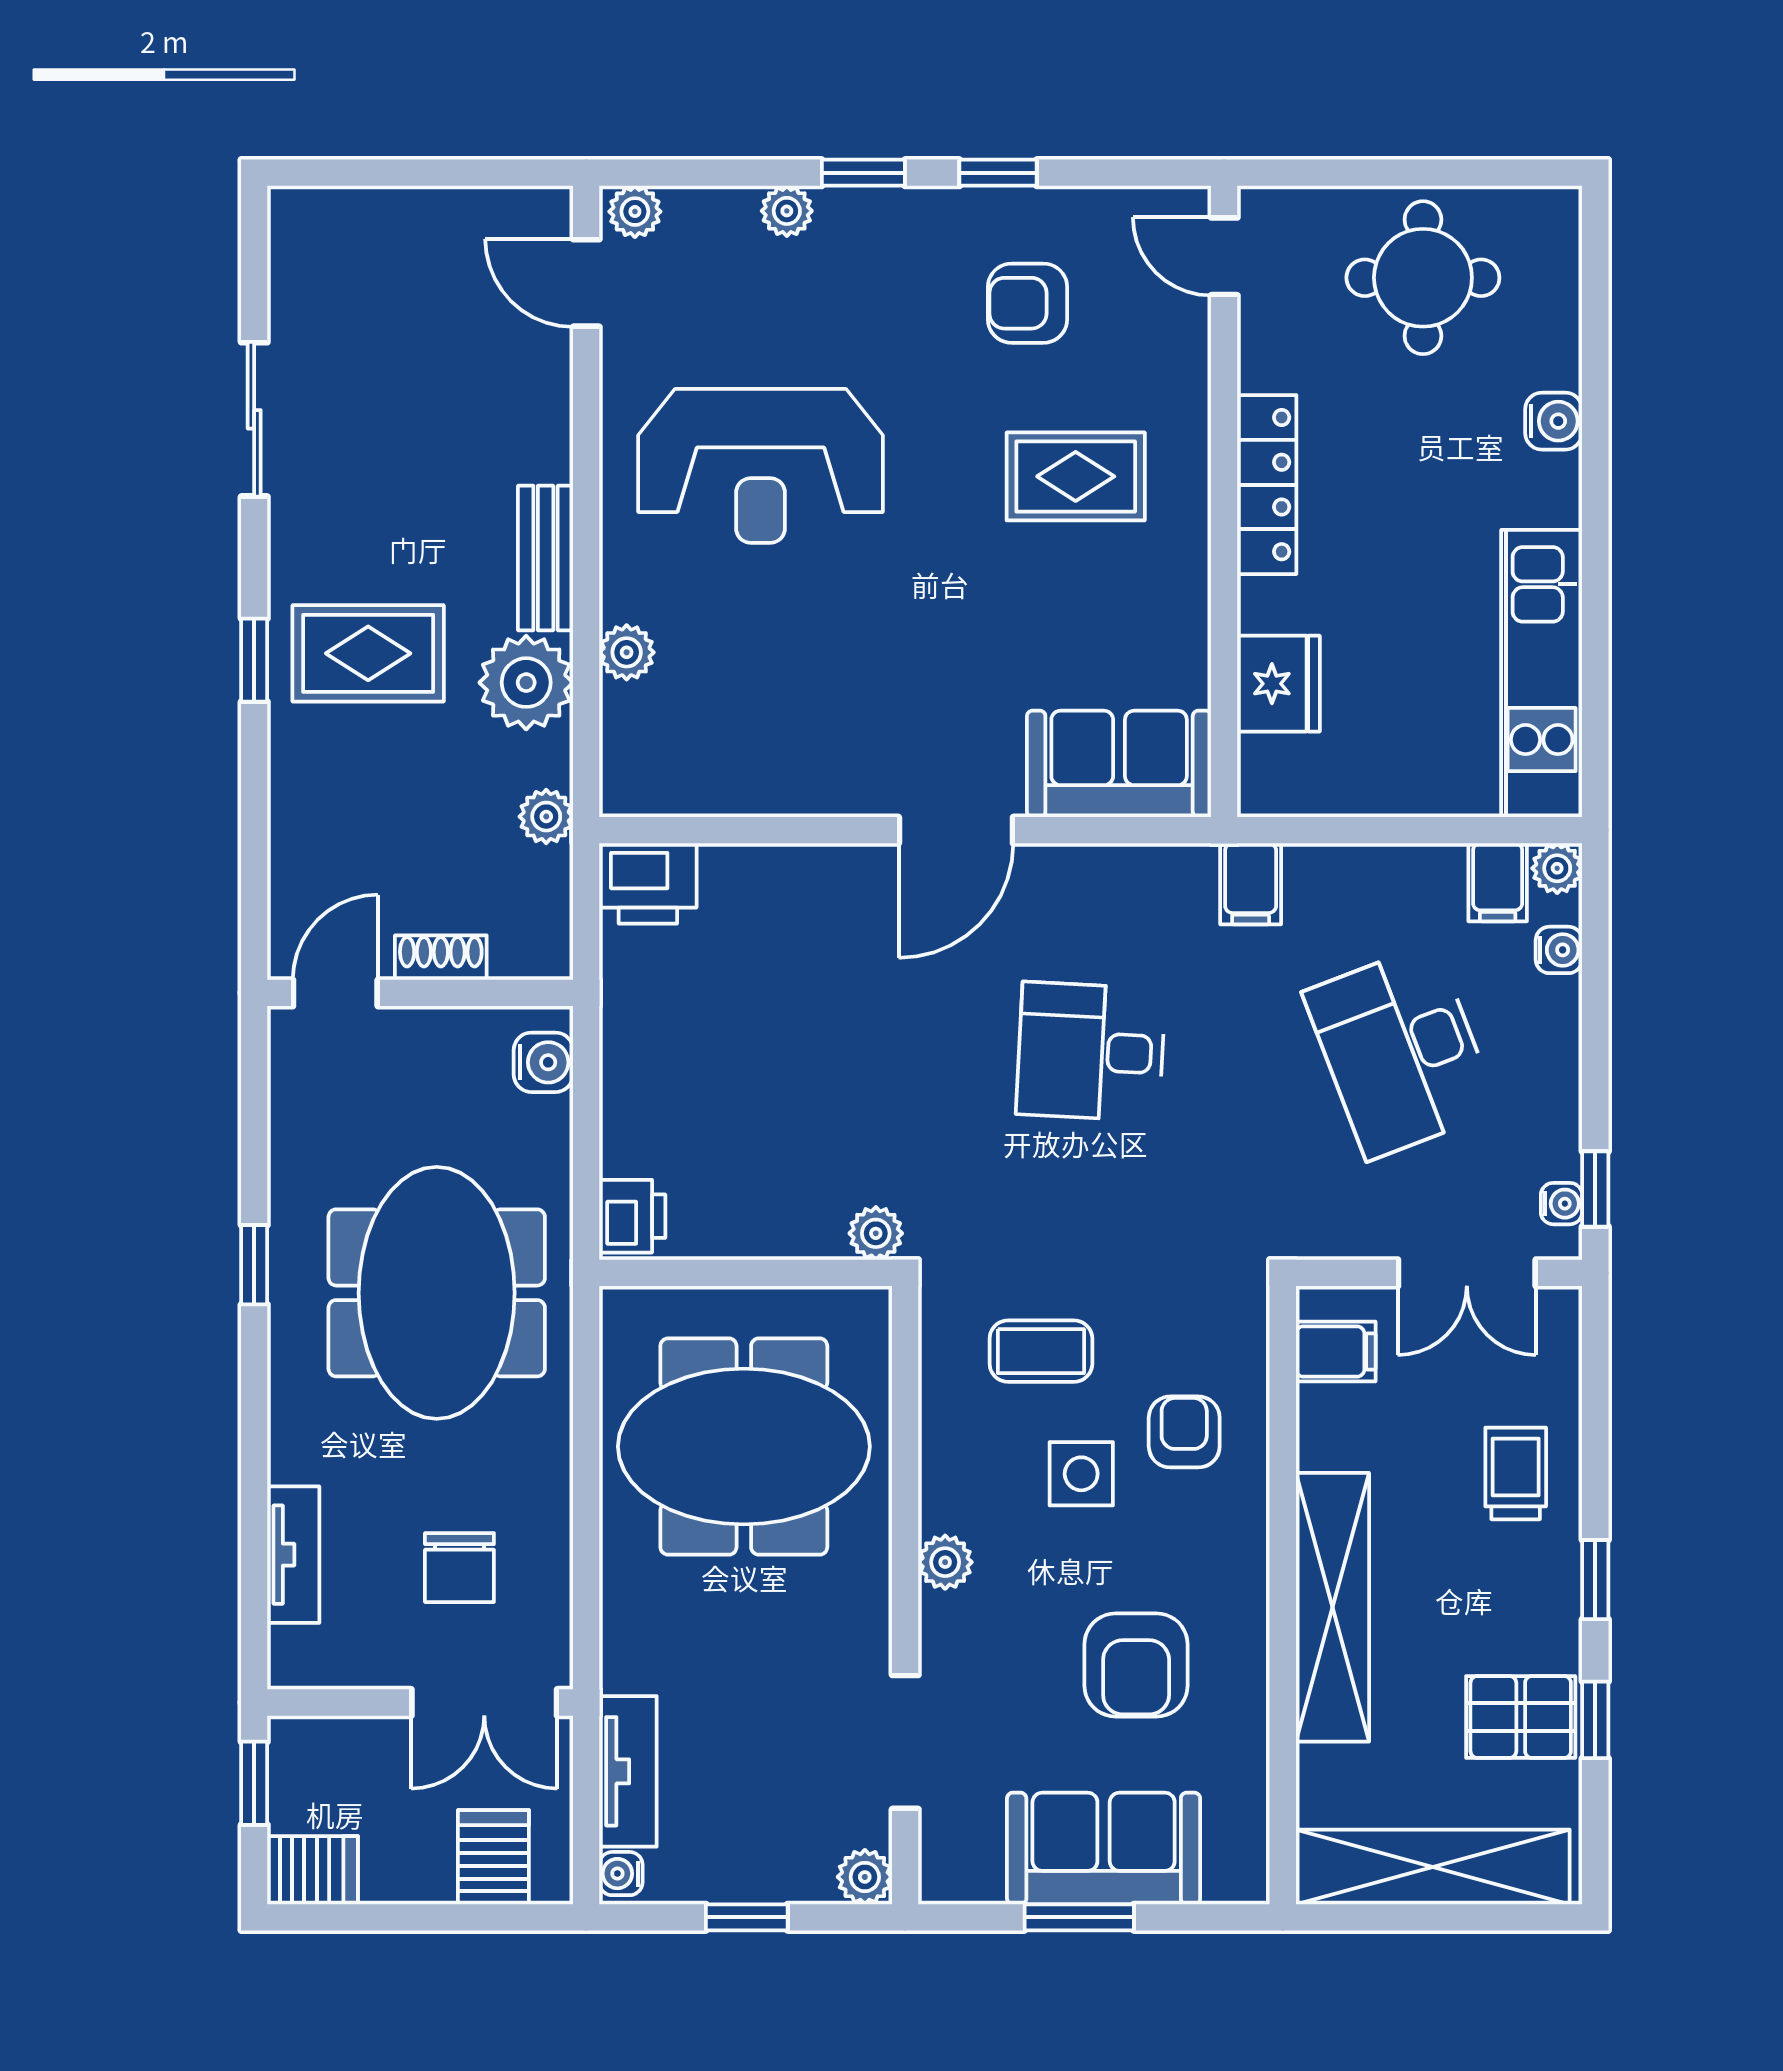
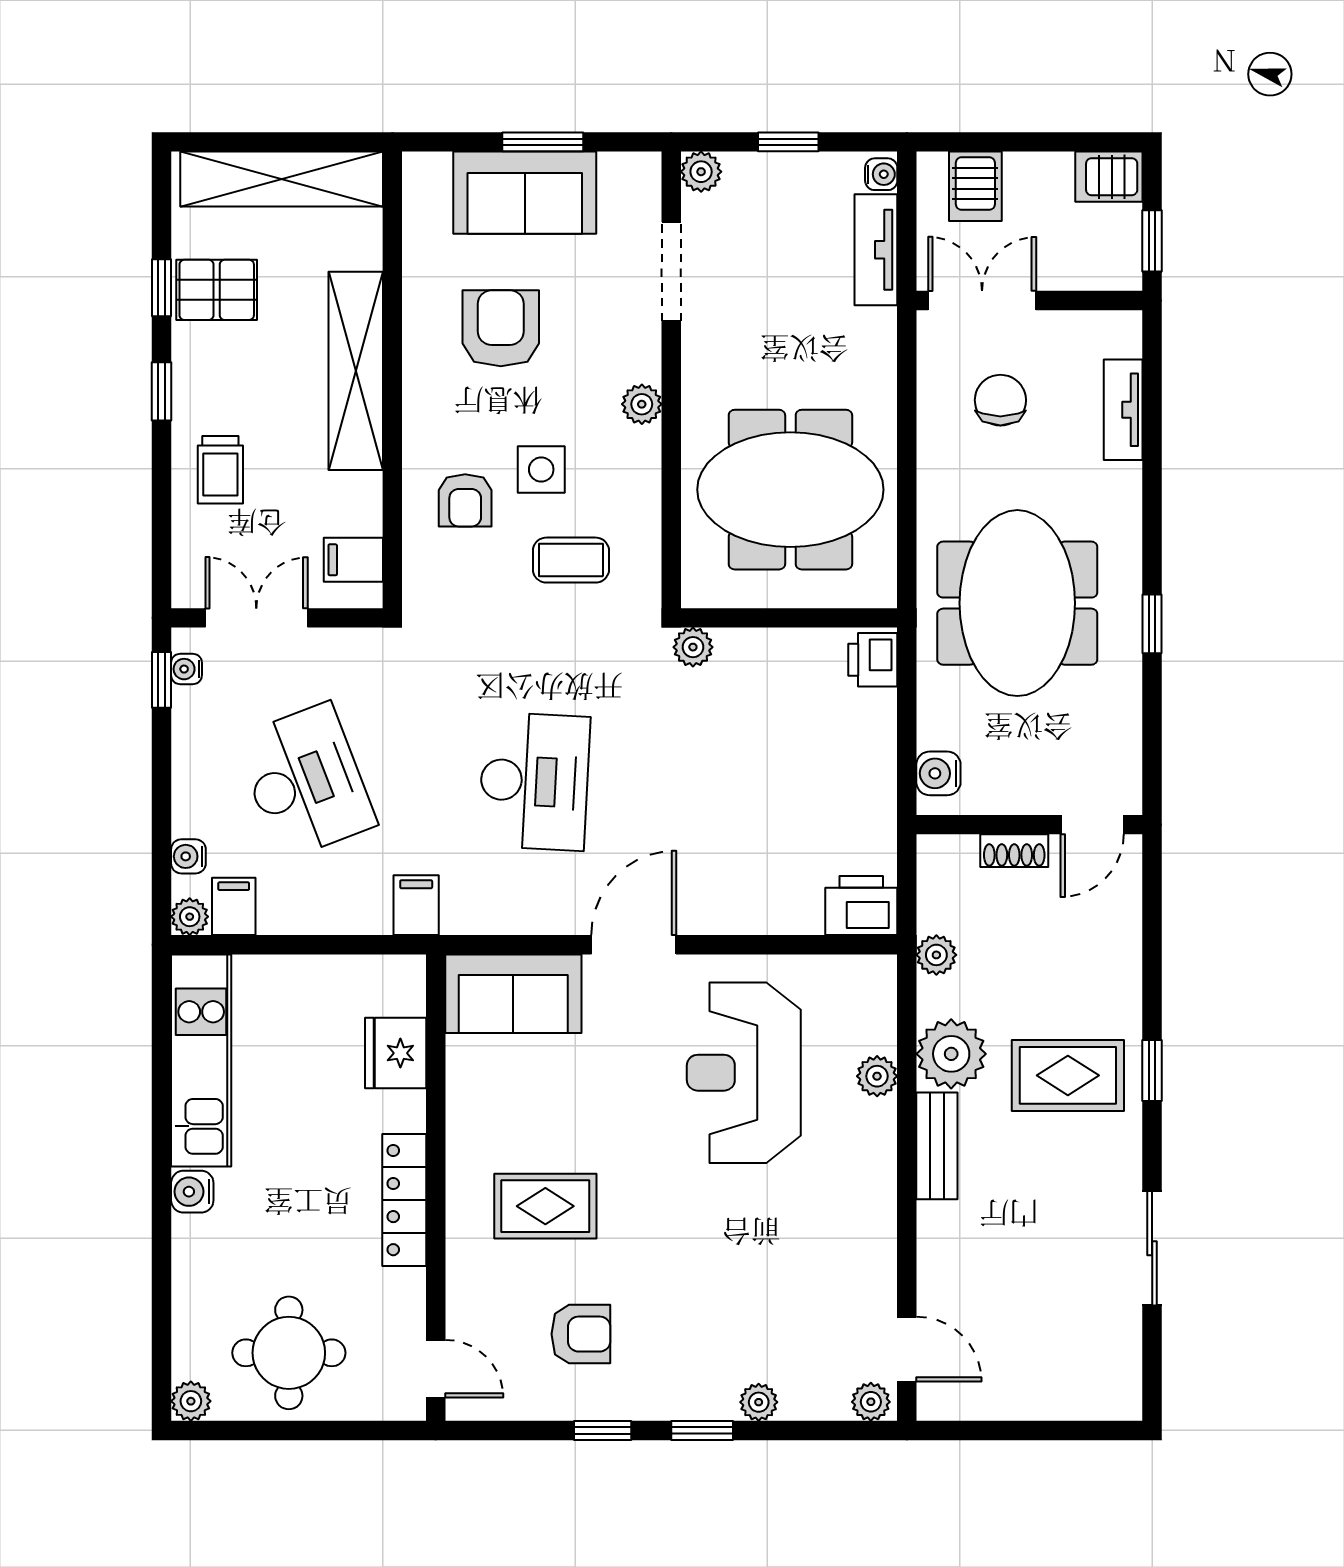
plant: (1556, 212) -> (191, 1401), added
water cooler: (1554, 421) -> (192, 1192), moved
reception desk: (761, 466) -> (744, 1073), moved, turned -90
desk: (1091, 1052) -> (534, 781), width x1.37

